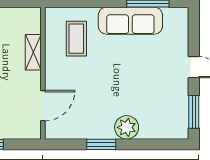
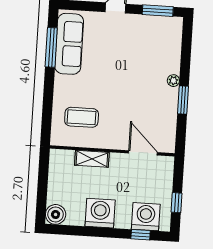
sofa: (130, 21) -> (69, 44), moved
plant: (127, 127) -> (173, 81), width x0.53, depth x0.53

